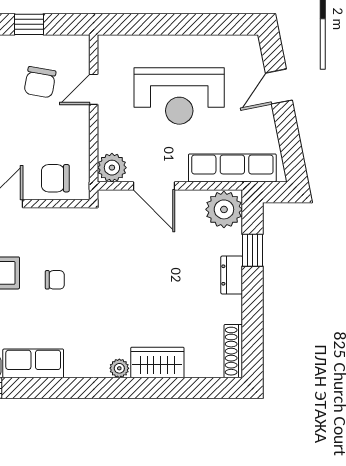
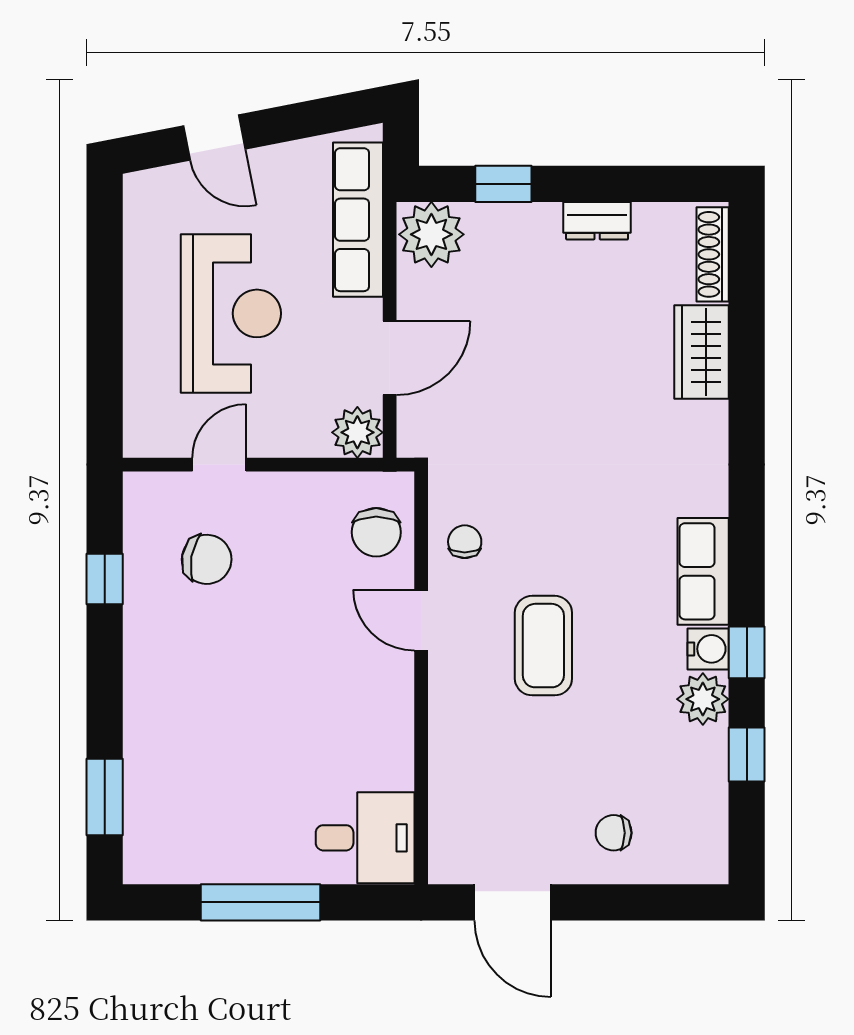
door: (94, 89) -> (219, 465), swing flipped
dresser: (232, 275) -> (597, 221), moved
chair: (55, 280) -> (465, 542), moved
shoe rack: (233, 351) -> (713, 254), moved, turned 90
plant: (119, 368) -> (712, 419), removed

